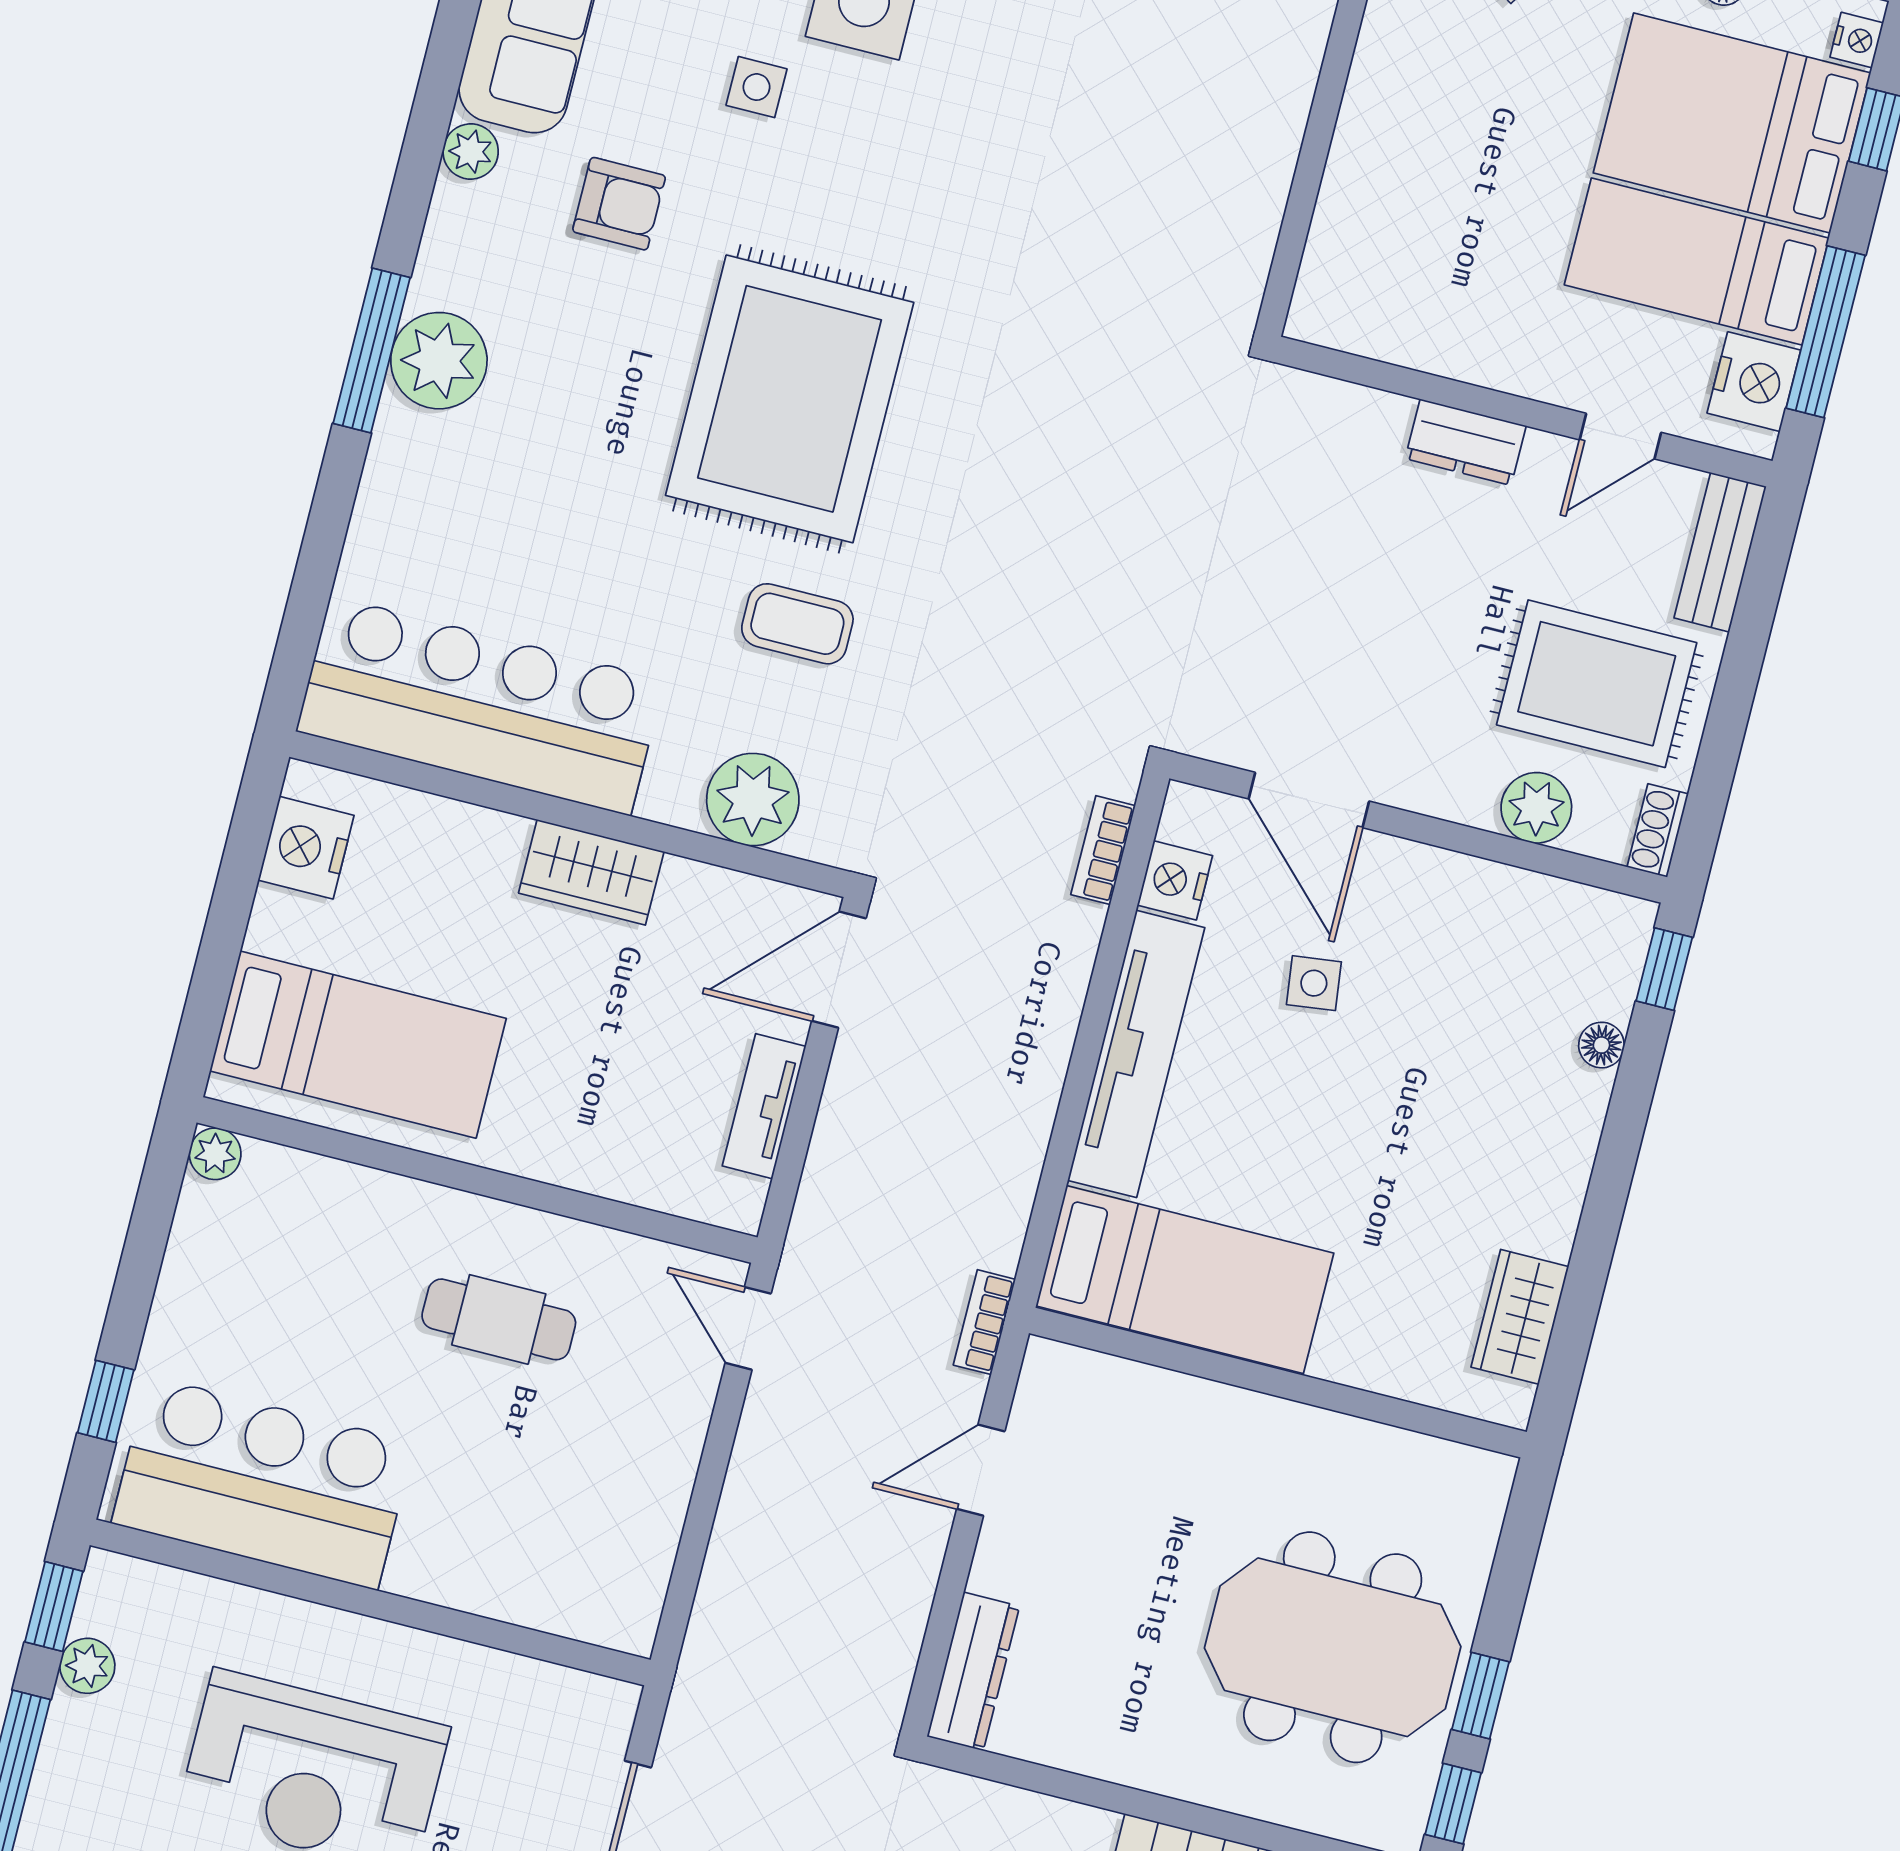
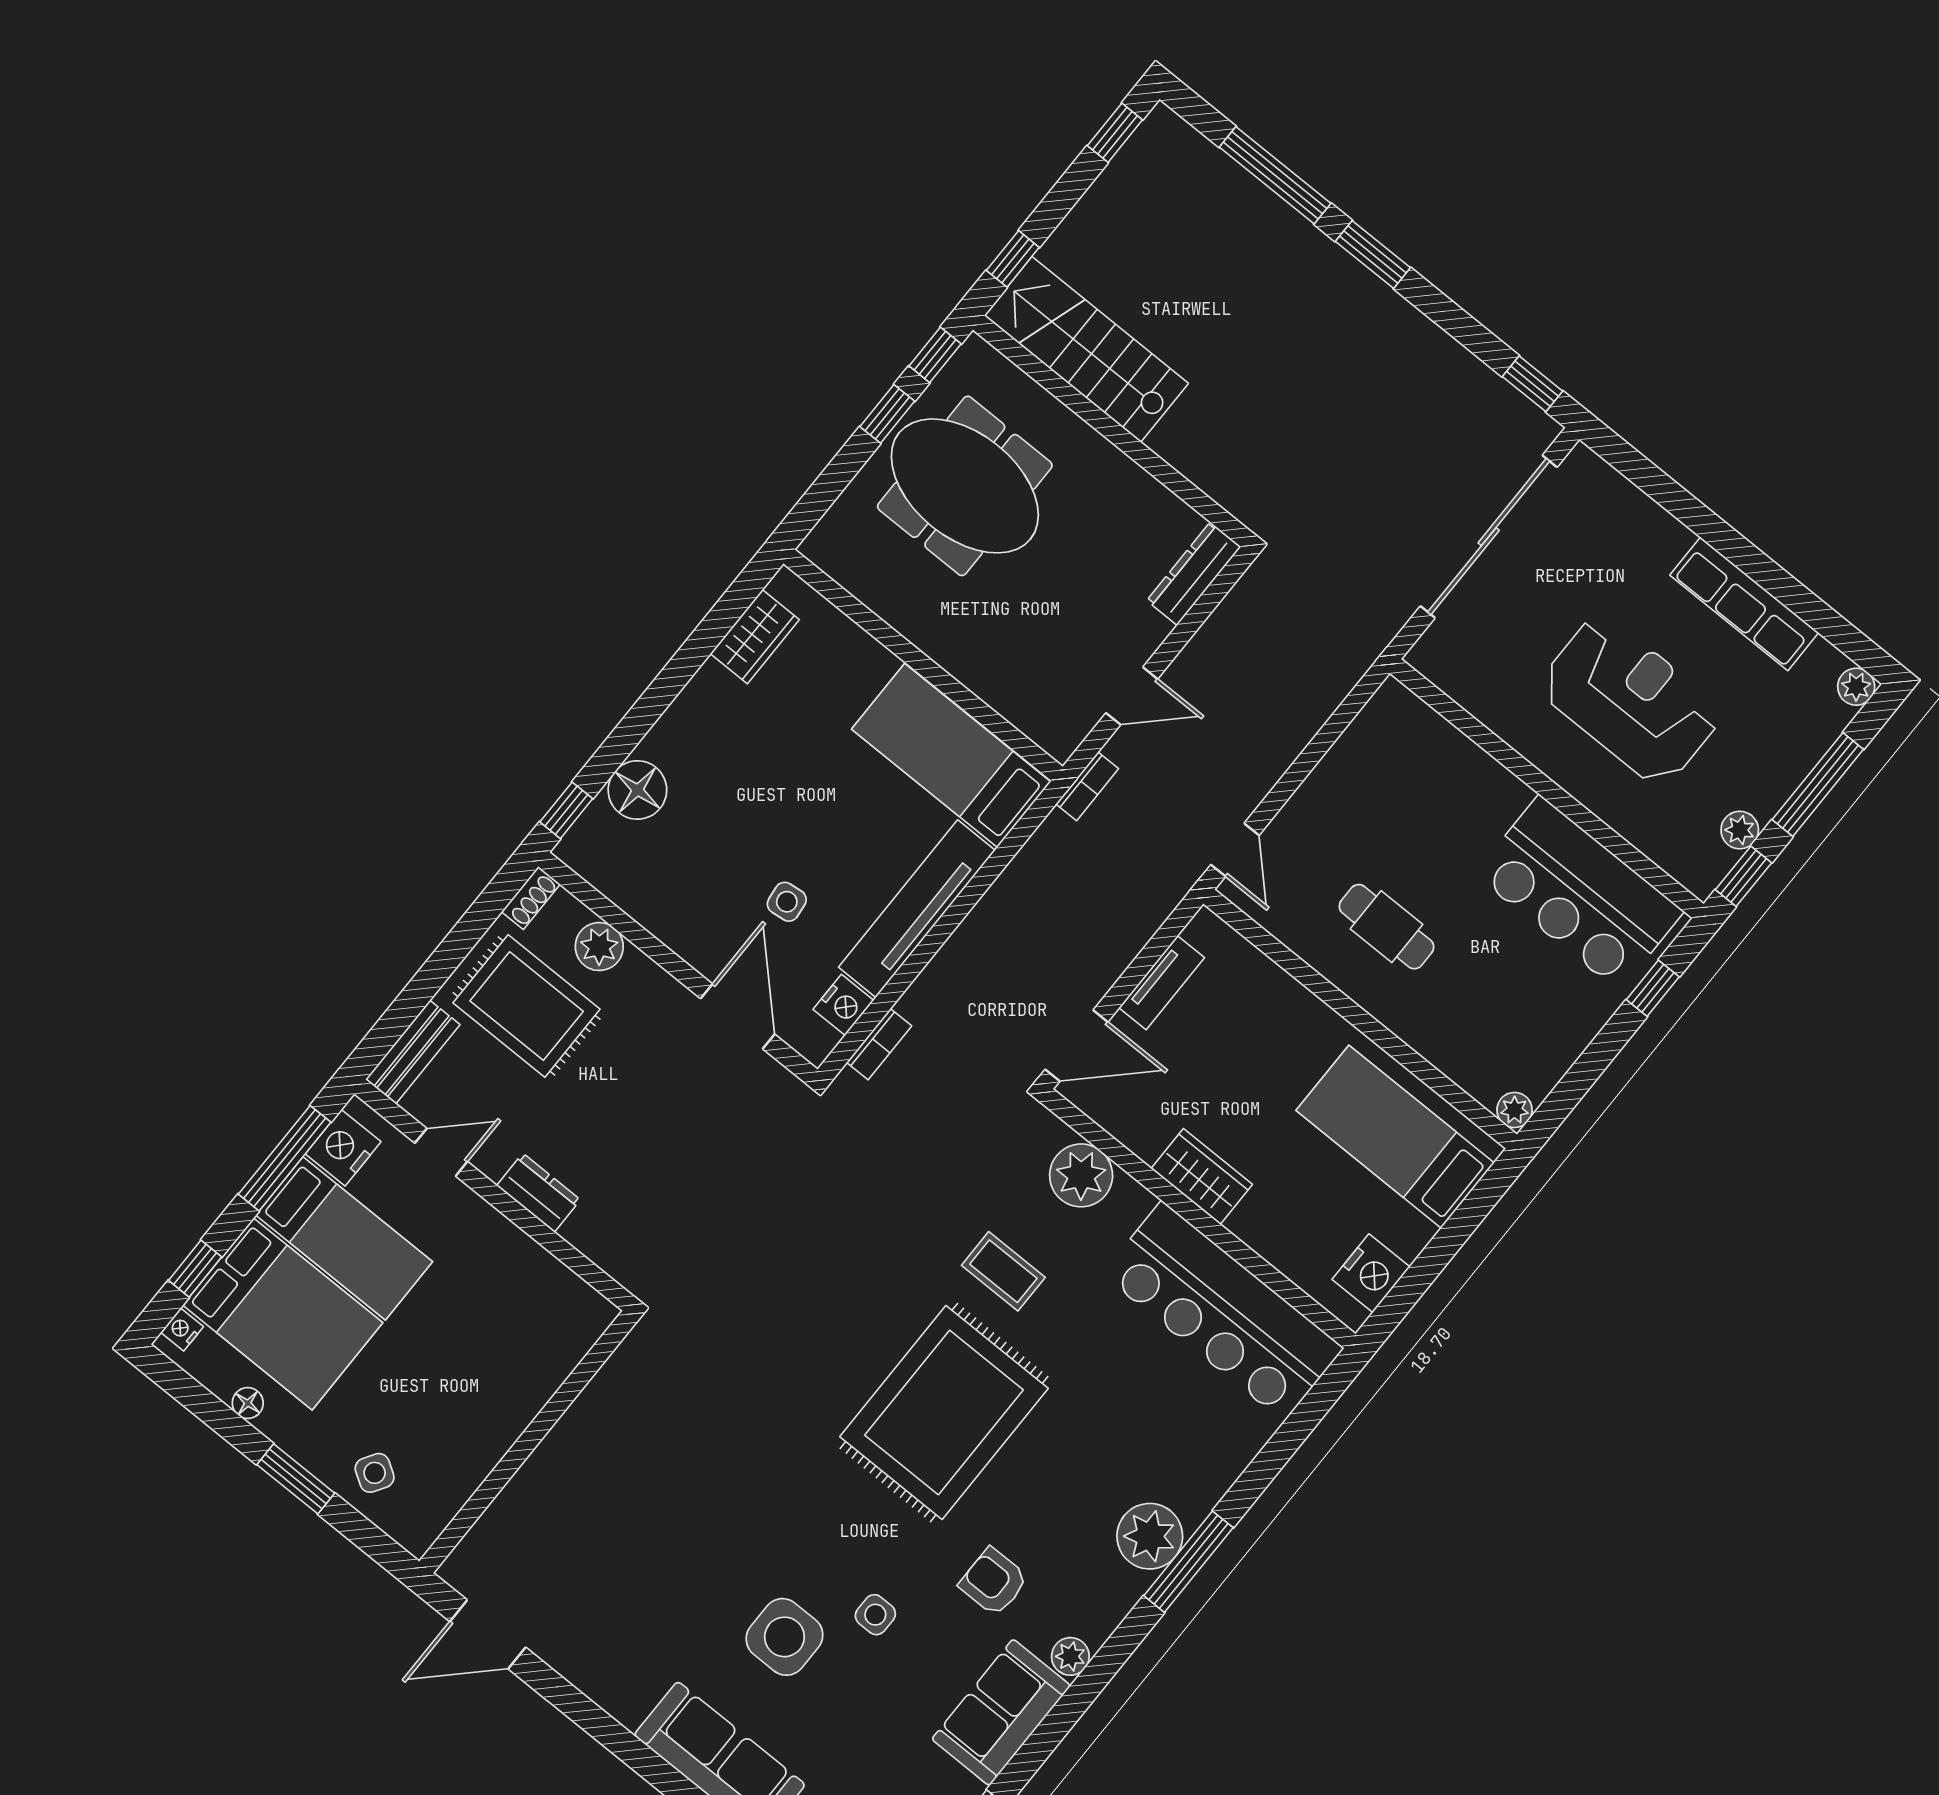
floor lamp: (1601, 1045) -> (637, 790), width x1.89, depth x1.89

